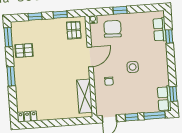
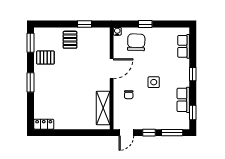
window: (35, 16) -> (59, 24), removed
pallet: (74, 30) -> (70, 40), moved
window: (169, 36) -> (193, 74), moved
row of seats: (164, 99) -> (183, 100), moved

